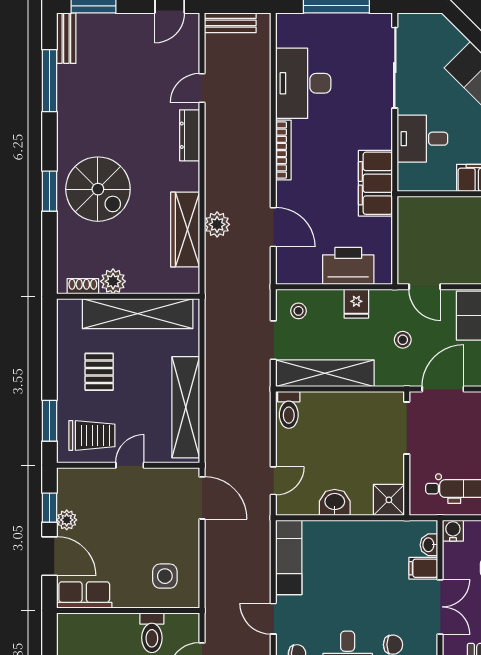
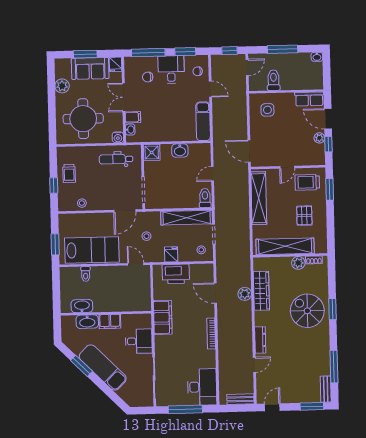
desk: (303, 83) -> (202, 387), moved
door: (273, 481) -> (212, 174), moved

